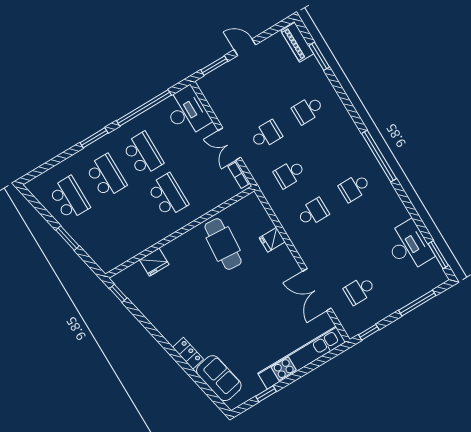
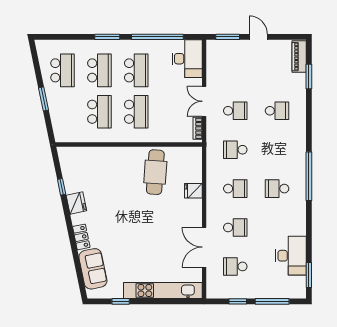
school desk: (308, 110) -> (277, 111), turned 180
school desk: (131, 217) -> (99, 112), added
school desk: (336, 251) -> (235, 228), added
fridge: (154, 262) -> (76, 203), moved, turned -102
window: (118, 293) -> (62, 187), moved
window: (369, 332) -> (238, 301), moved

